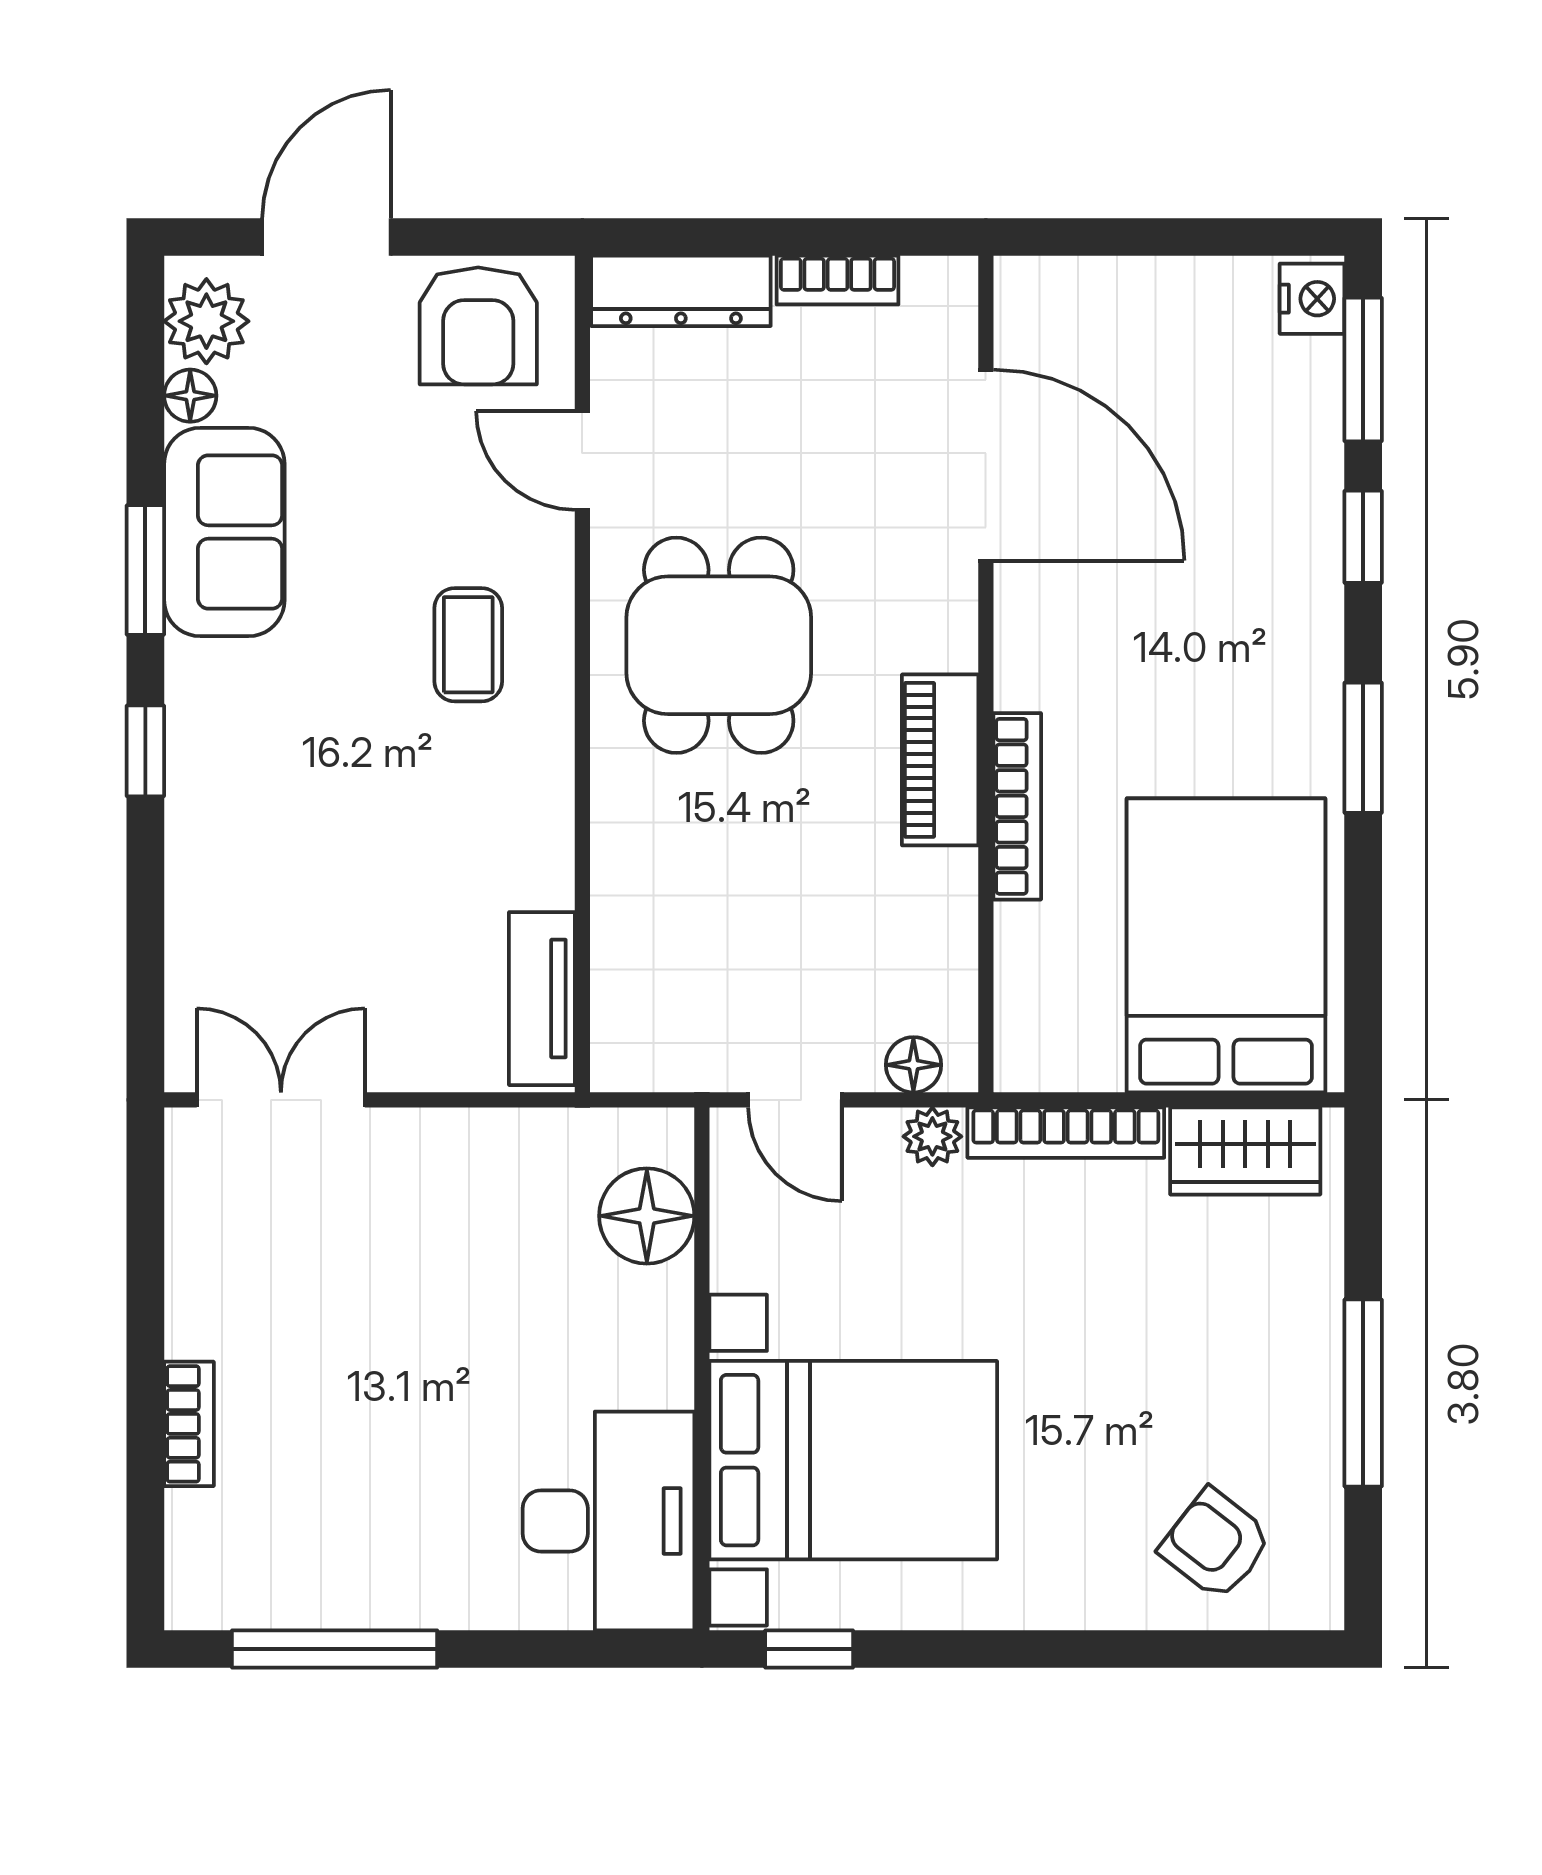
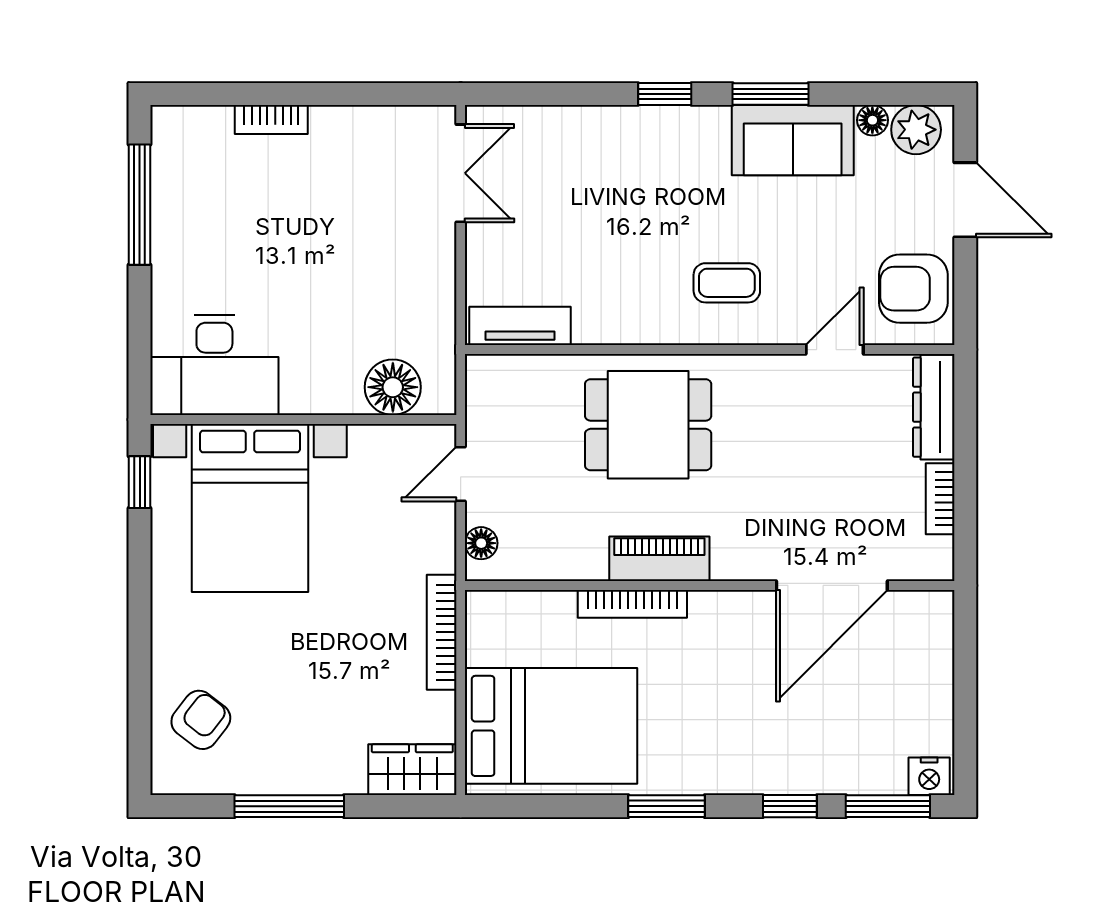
dining table: (719, 645) -> (648, 425), moved
plant: (932, 1136) -> (439, 554), removed
wardrobe: (1245, 1151) -> (412, 770), moved, turned 90

